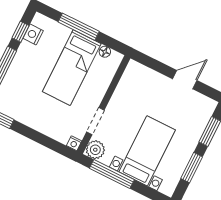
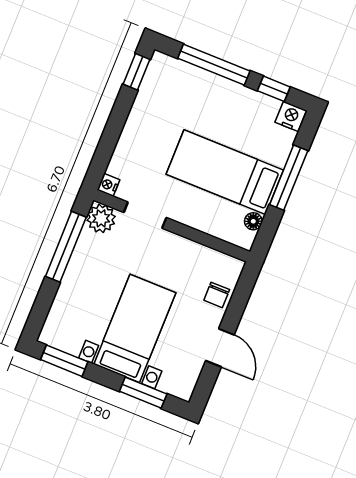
nightstand: (33, 34) -> (291, 116), moved
chair: (151, 79) -> (217, 295), added
bed with nightstands: (147, 151) -> (135, 328), moved, turned -90
window: (192, 168) -> (64, 361), moved

